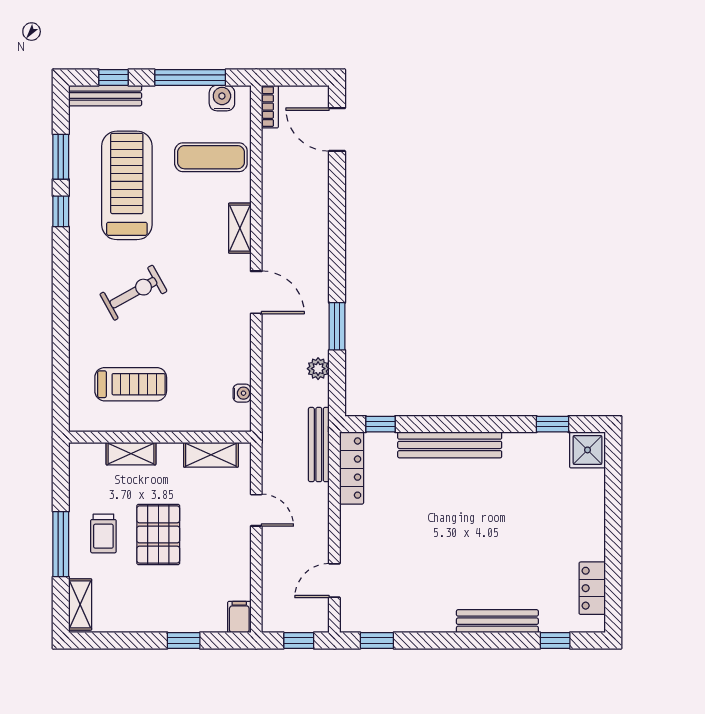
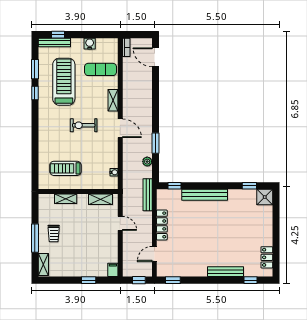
window: (190, 77) -> (91, 35), removed
water cooler: (222, 98) -> (90, 44), moved
exercise bike: (133, 293) -> (84, 125), moved, turned -151
treadmill: (131, 384) -> (65, 168), turned 180
locker: (352, 468) -> (162, 225), moved
pallet: (158, 534) -> (78, 234), removed

